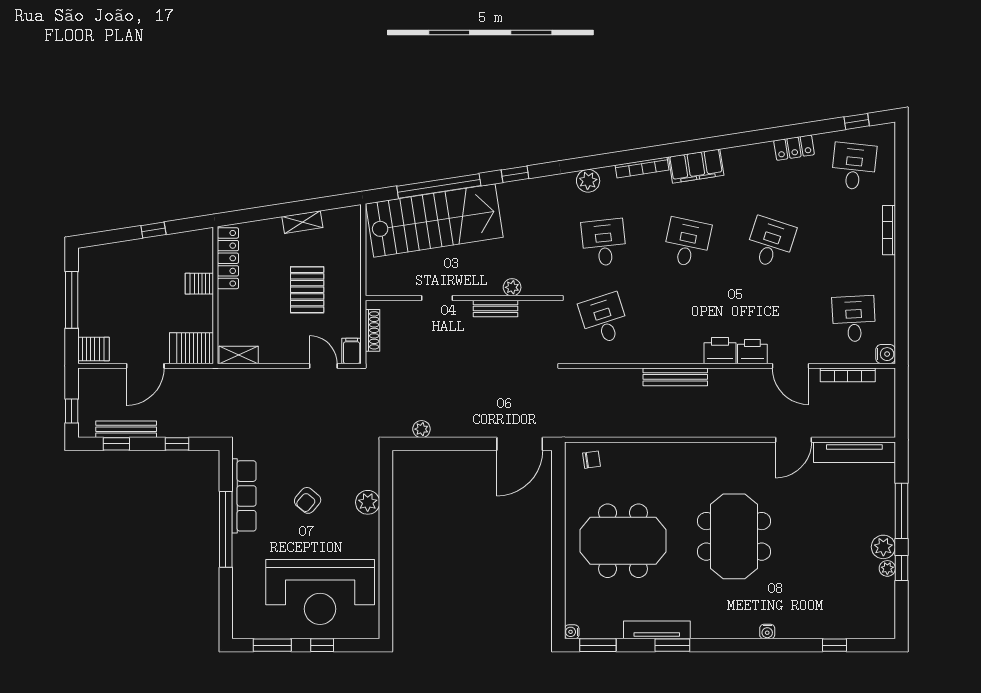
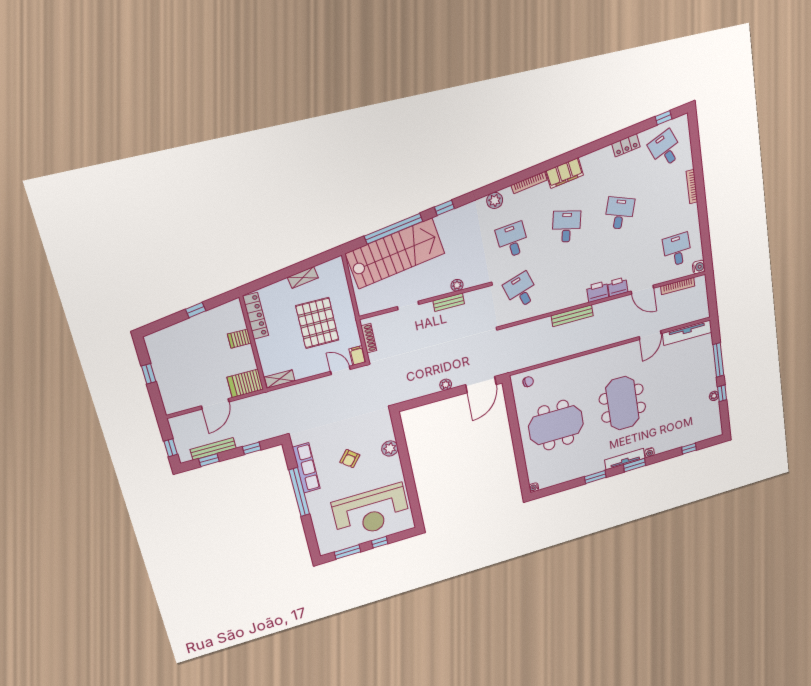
desk: (854, 166) -> (665, 149), turned -30
pallet: (307, 290) -> (317, 323), width x1.37, depth x1.41
window: (72, 300) -> (149, 374), width x0.46
server rack: (93, 349) -> (174, 403), removed
plant: (421, 429) -> (446, 385), moved
plant: (883, 547) -> (710, 384), removed
tv unit: (657, 630) -> (625, 459), moved
window: (598, 645) -> (635, 465), moved

